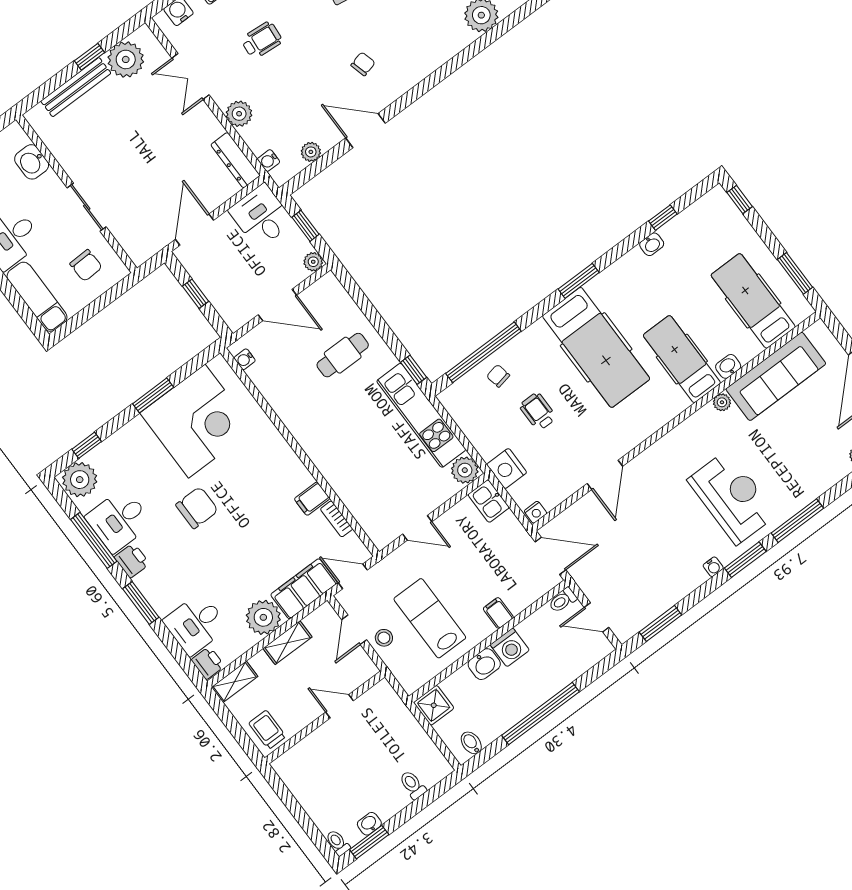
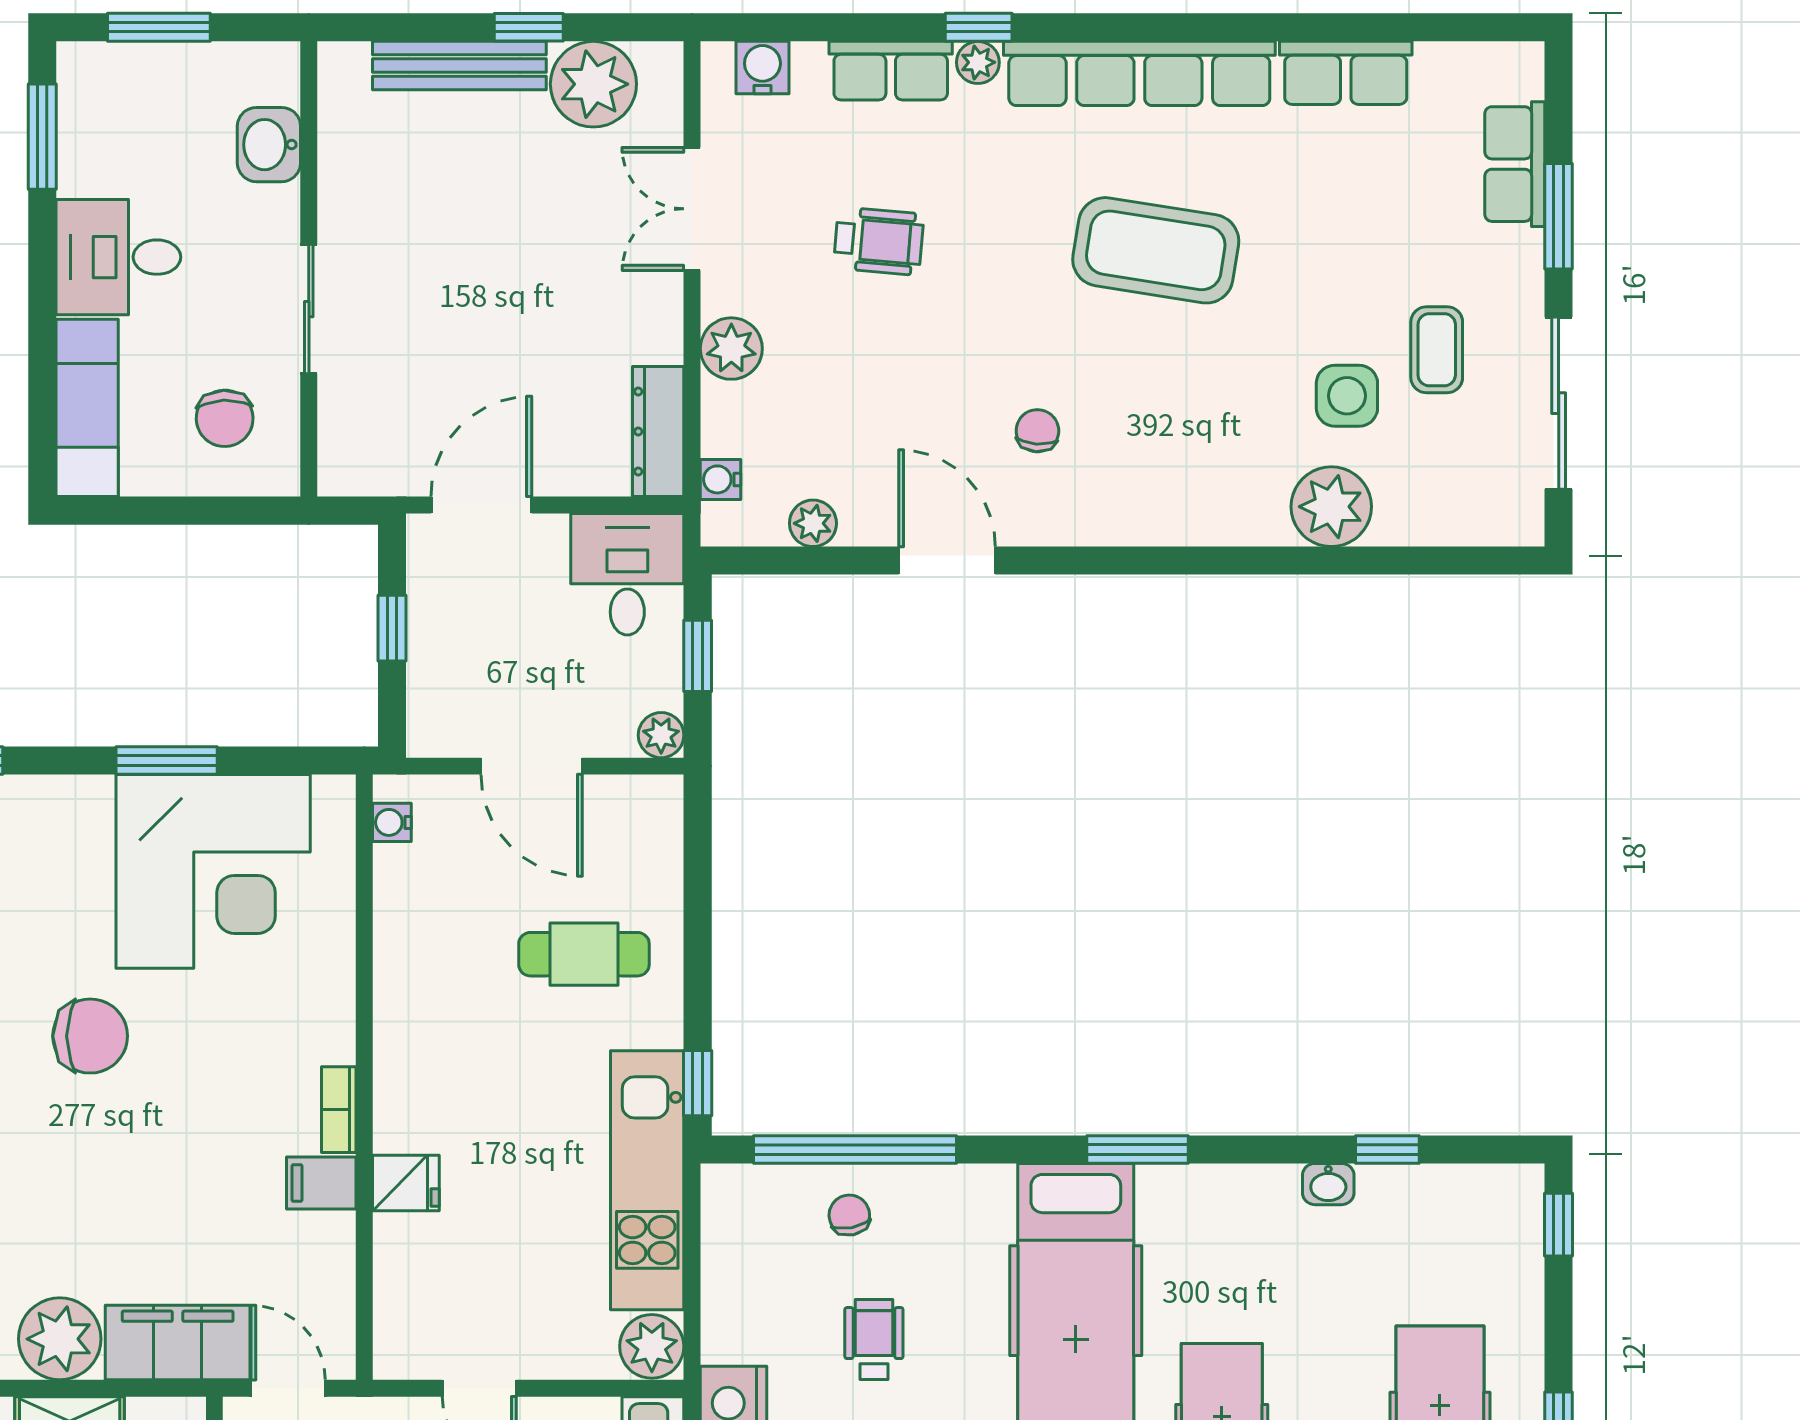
chair: (363, 64) -> (1037, 431), turned -71
fridge: (341, 477) -> (406, 1183), added
bookcase: (337, 519) -> (339, 1110), moved

